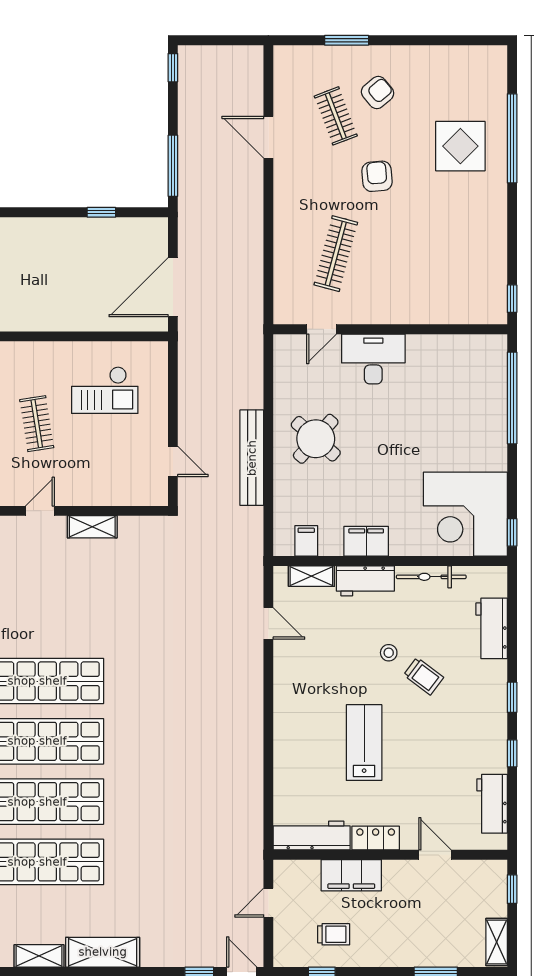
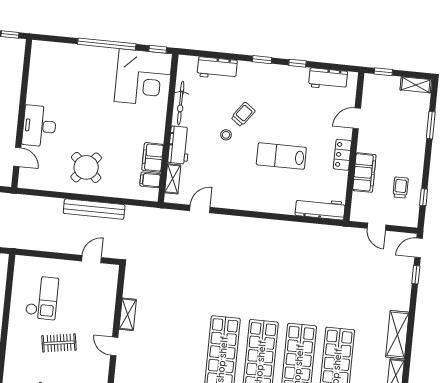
window: (512, 398) -> (107, 44), moved
filing cabinet: (366, 541) -> (153, 157), moved
workbench: (312, 836) -> (320, 209), moved, turned 90

